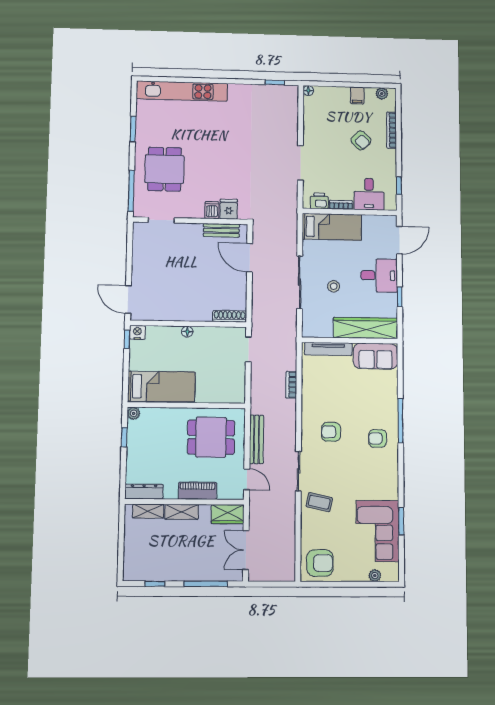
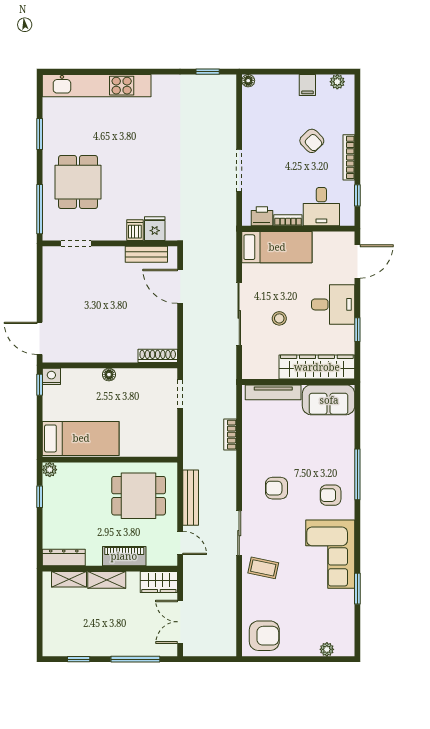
bookcase: (391, 130) -> (349, 157), moved
corner sofa: (378, 531) -> (330, 554), moved

